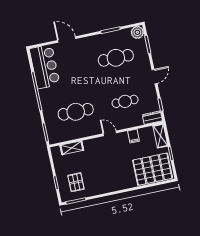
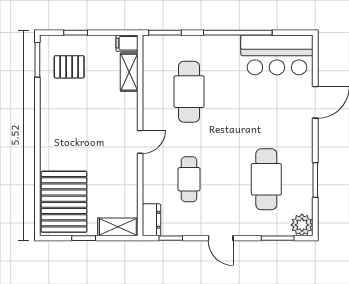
filing cabinet: (133, 136) -> (127, 43), moved

